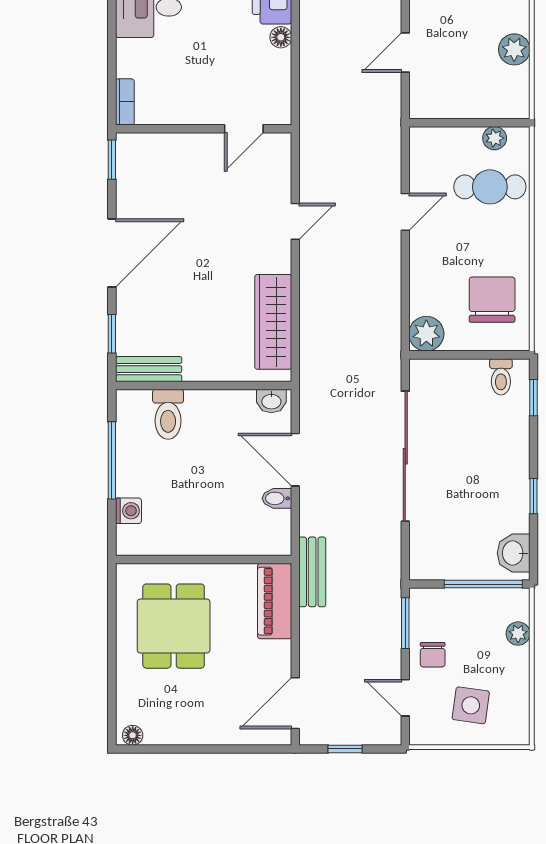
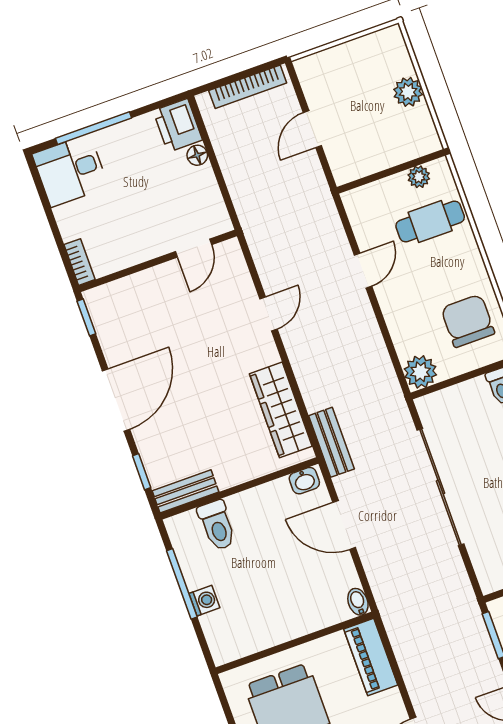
bidet: (277, 498) -> (358, 602), moved, turned 90
washing machine: (128, 511) -> (204, 601), moved
bench: (312, 572) -> (331, 442), moved

